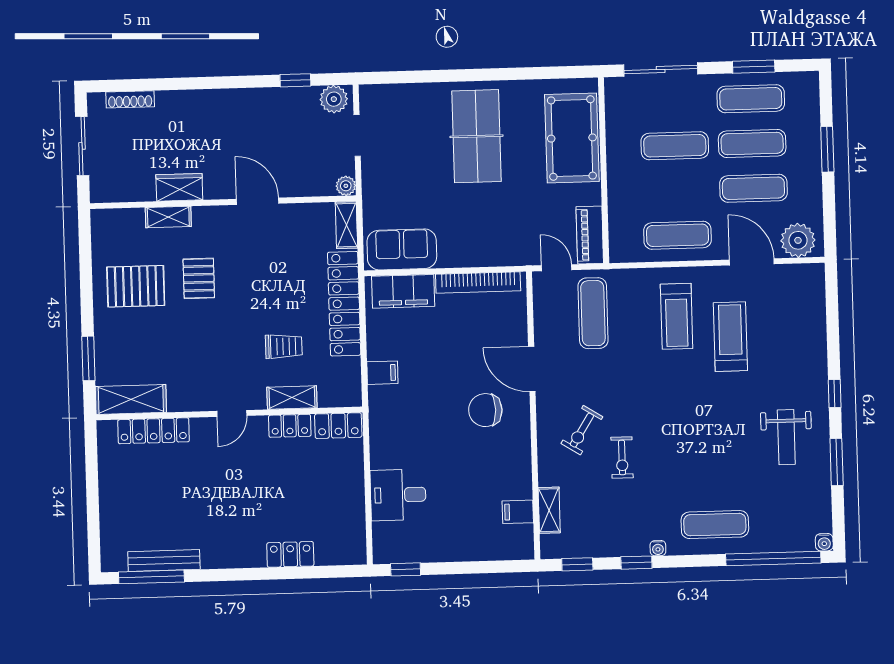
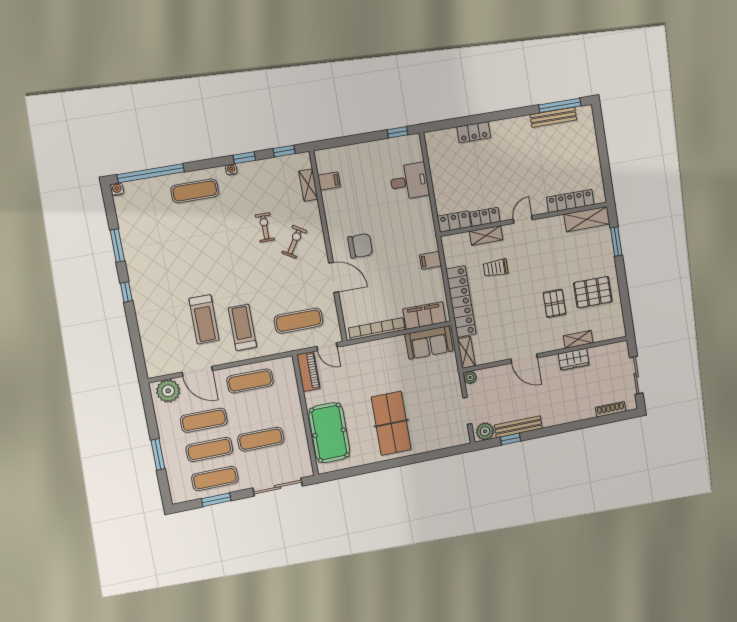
bench: (281, 97) -> (518, 427), added
exercise mat: (593, 313) -> (299, 321), turned 90
weight bench: (786, 437) -> (155, 257), removed

